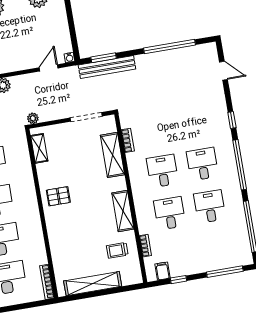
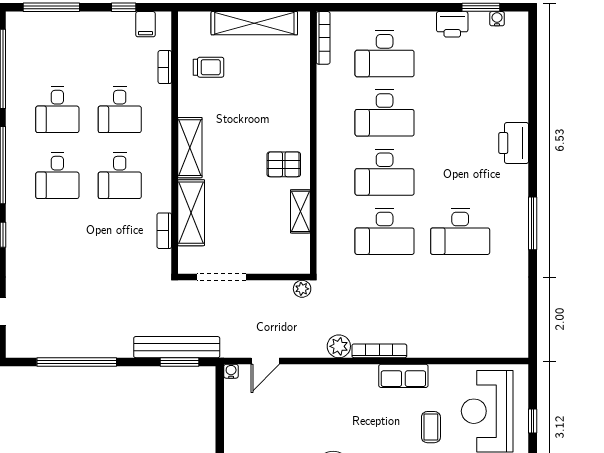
shelving: (39, 148) -> (300, 211), moved
shelving: (123, 211) -> (190, 148), moved

